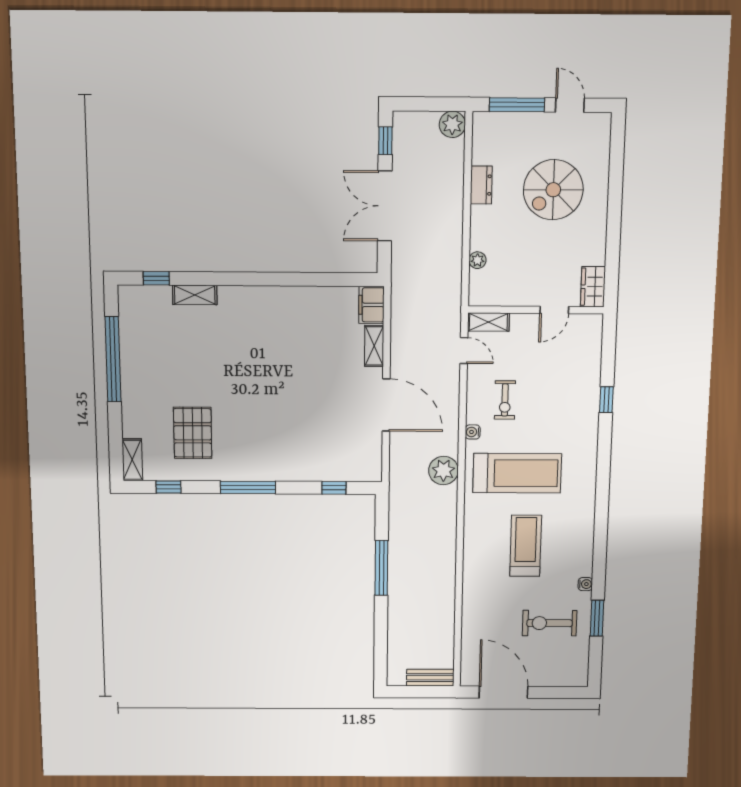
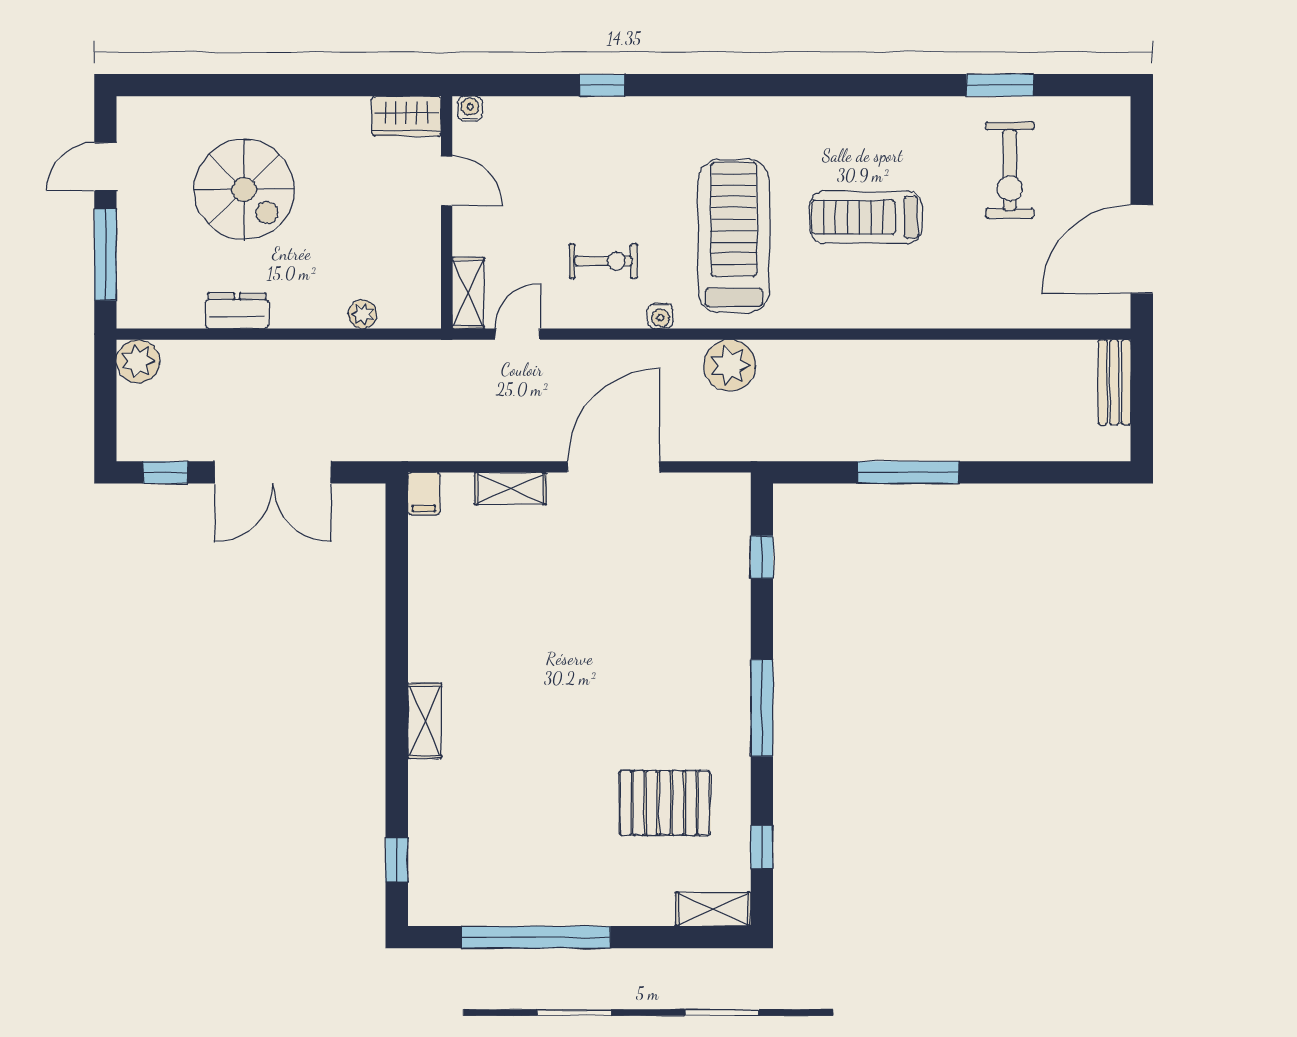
shelving: (195, 295) -> (425, 721), moved
filing cabinet: (371, 305) -> (424, 494), width x0.50
water cooler: (585, 584) -> (470, 109), moved

